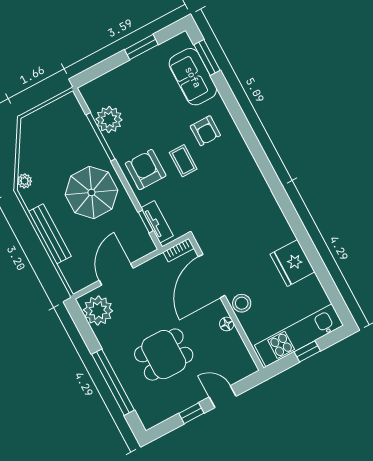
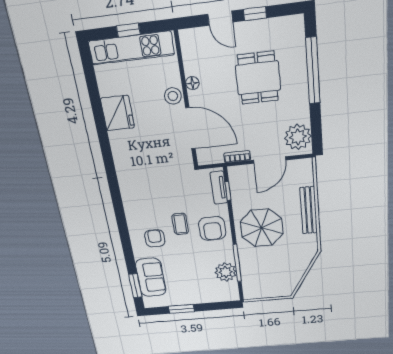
plant: (25, 181) -> (309, 254), removed
bookcase: (179, 250) -> (237, 157), moved
door: (212, 276) -> (190, 128), hinge flipped
dining table: (164, 355) -> (258, 78), turned 90

